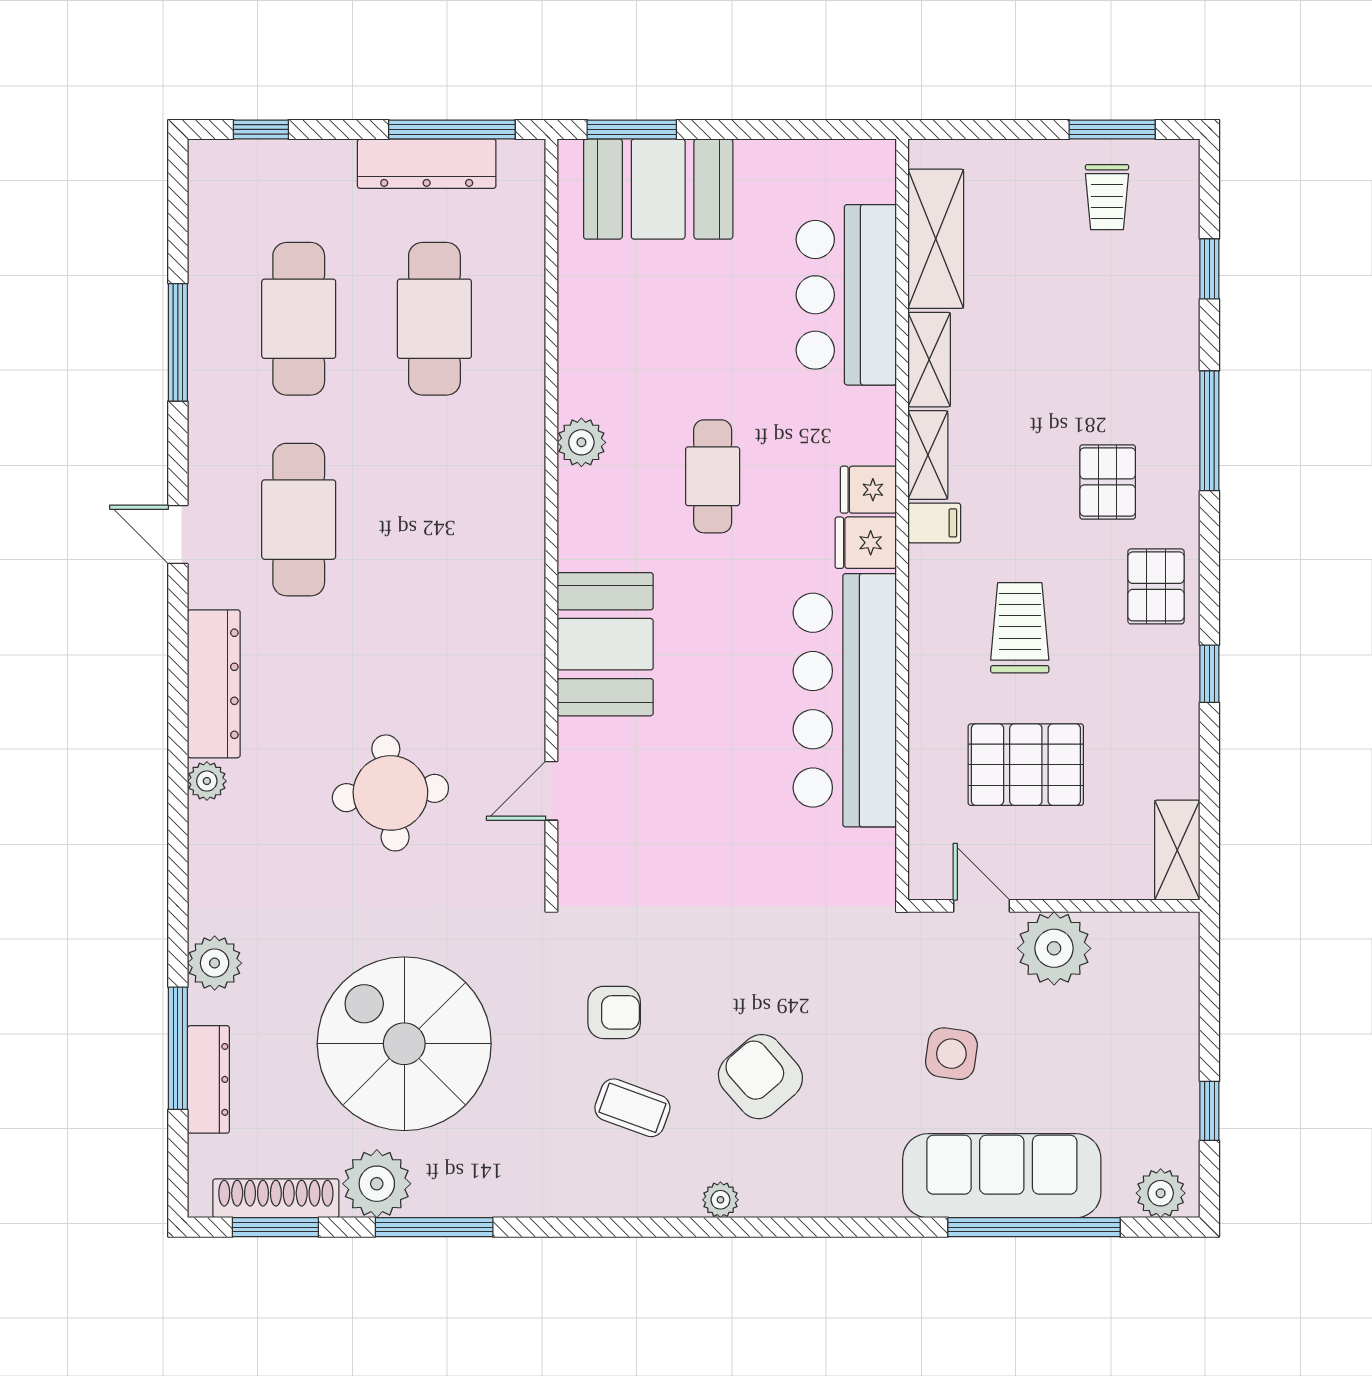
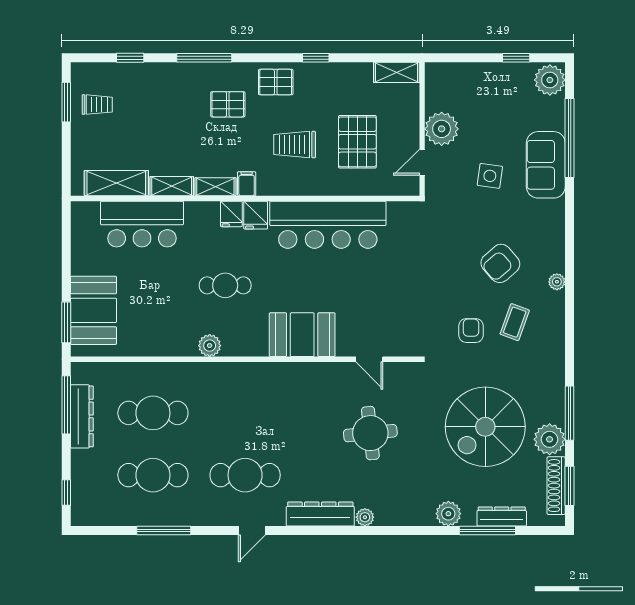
sofa: (1002, 1176) -> (546, 165), width x0.73
plant: (1161, 1193) -> (550, 80), width x1.36, depth x1.36

